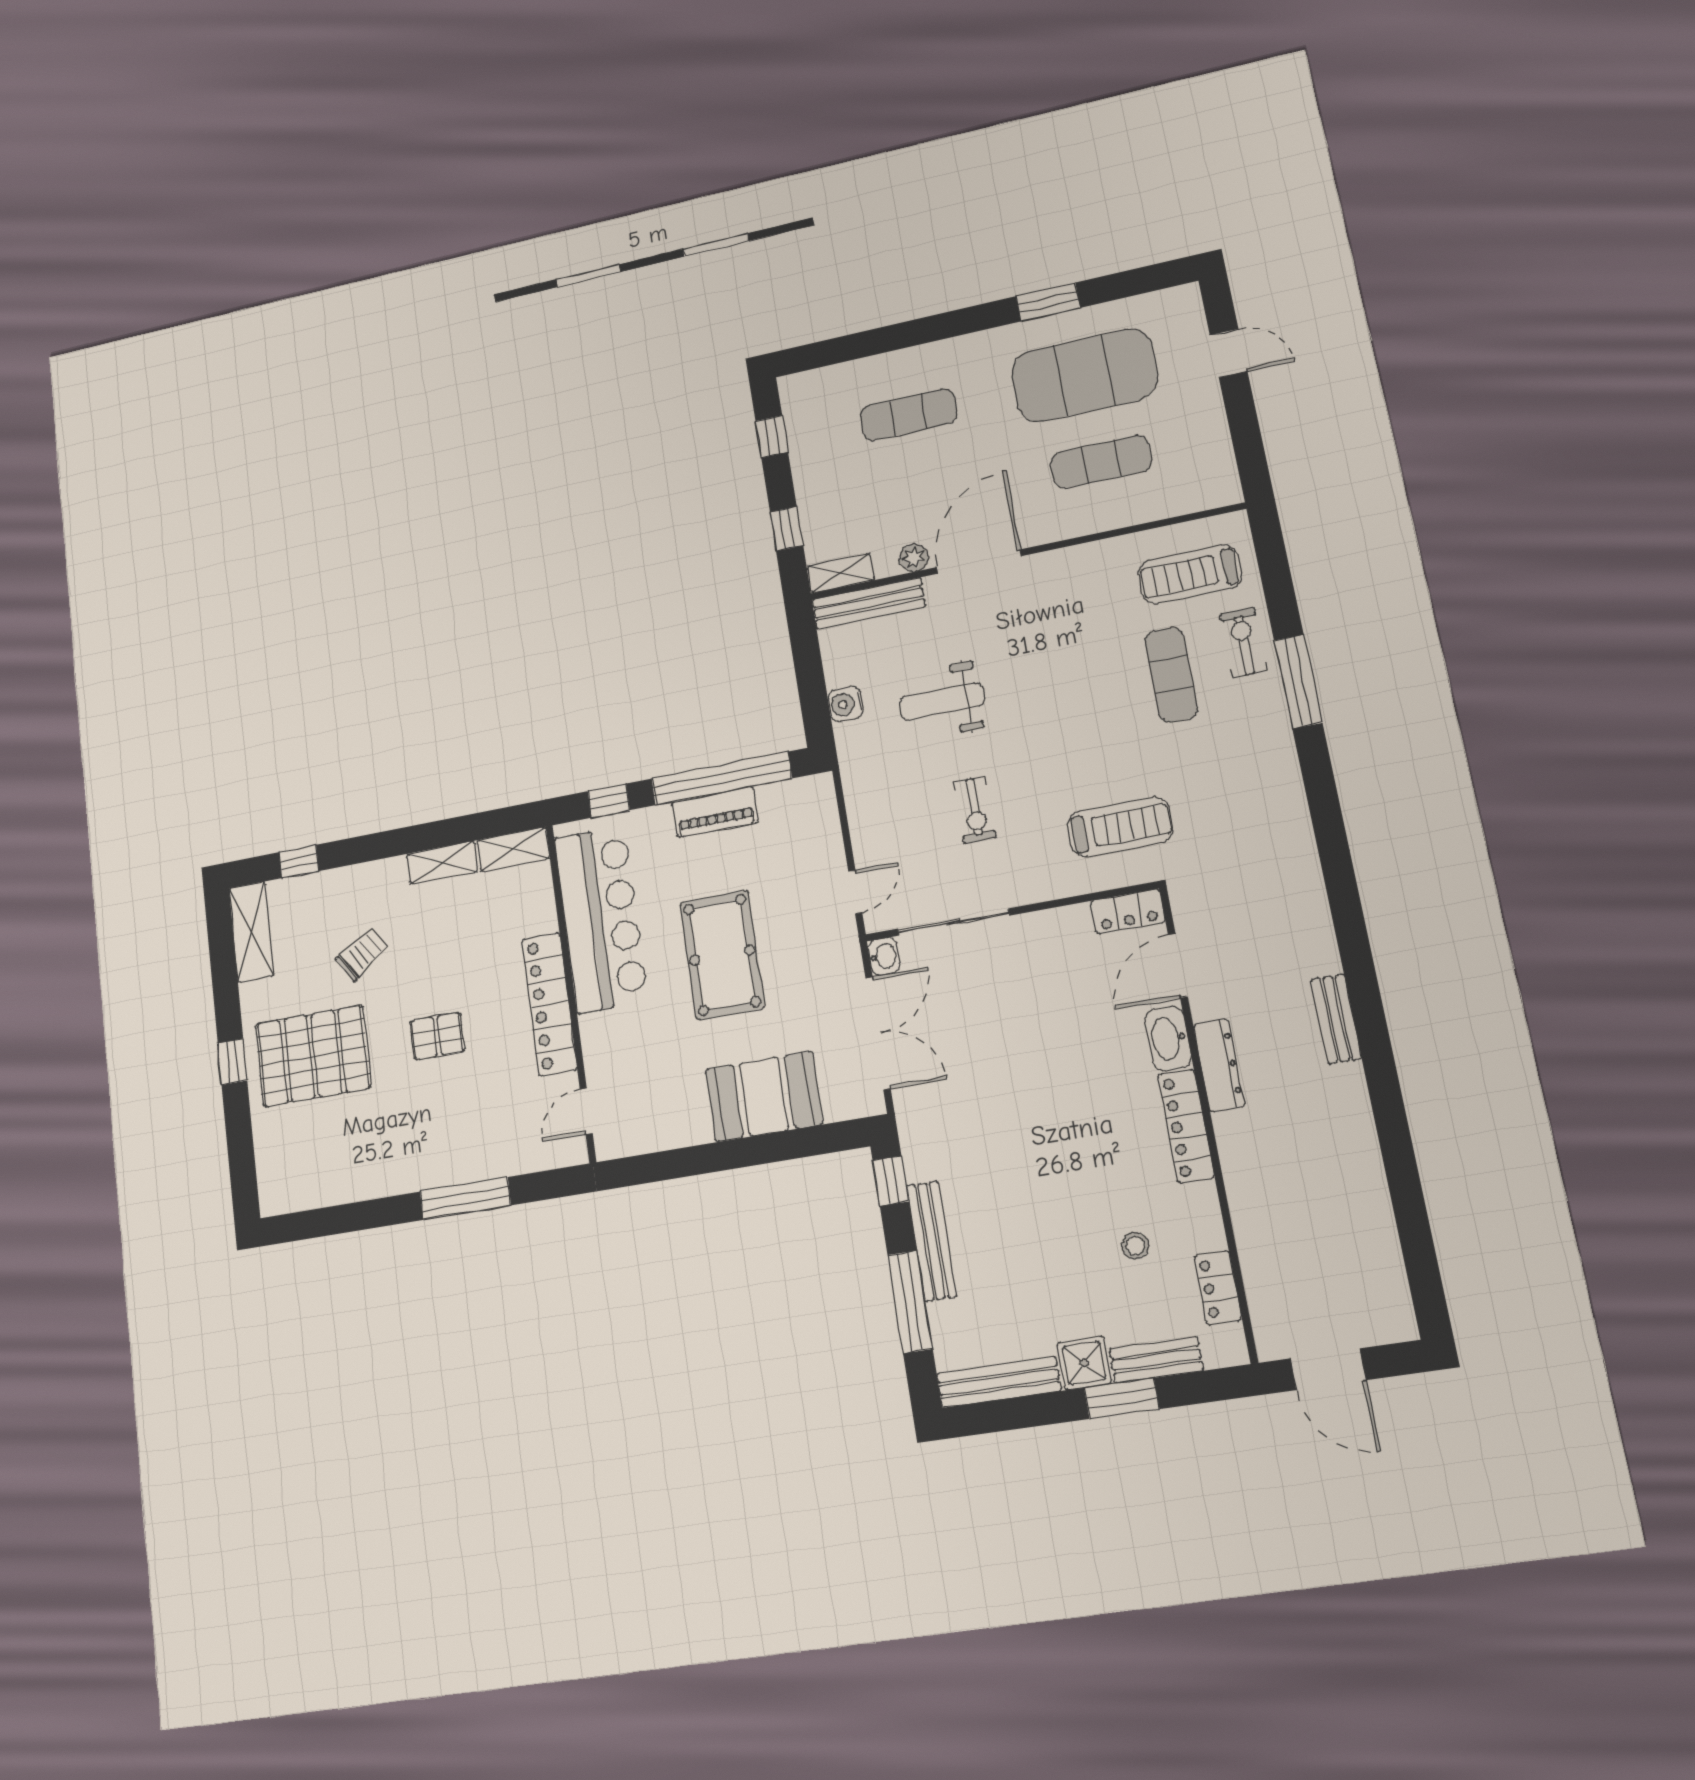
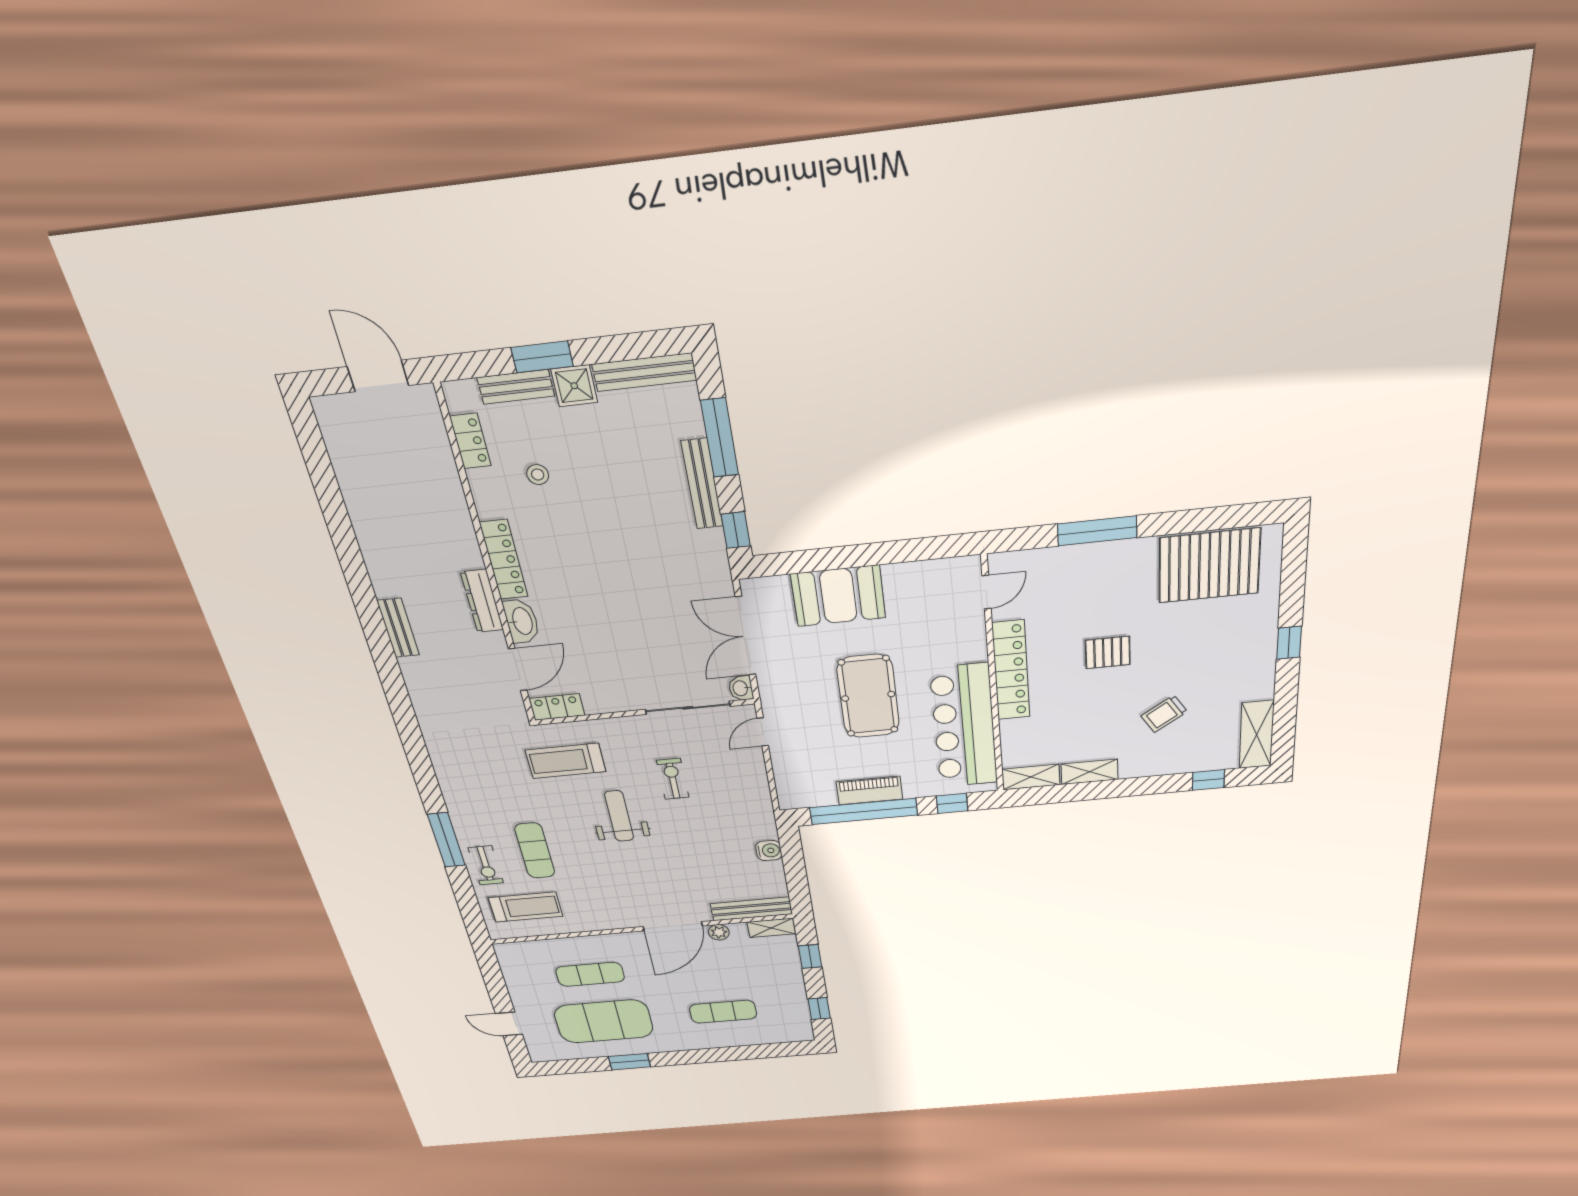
weight bench: (942, 701) -> (619, 816), moved, turned -90
pallet: (313, 1056) -> (1209, 566), moved

